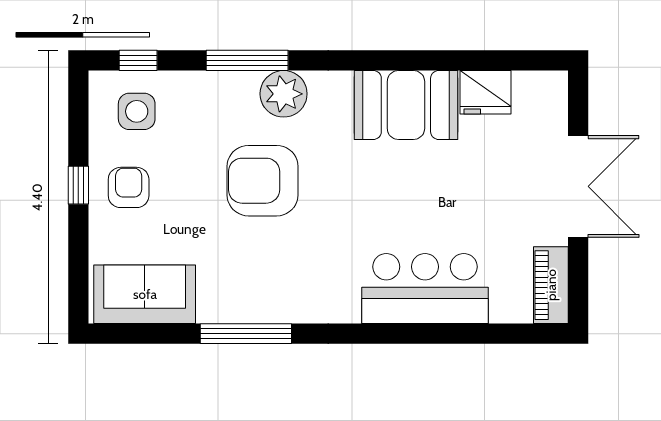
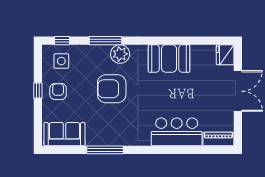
fridge: (486, 92) -> (225, 55), moved, turned 90
piano: (551, 285) -> (218, 139), moved, turned 90

